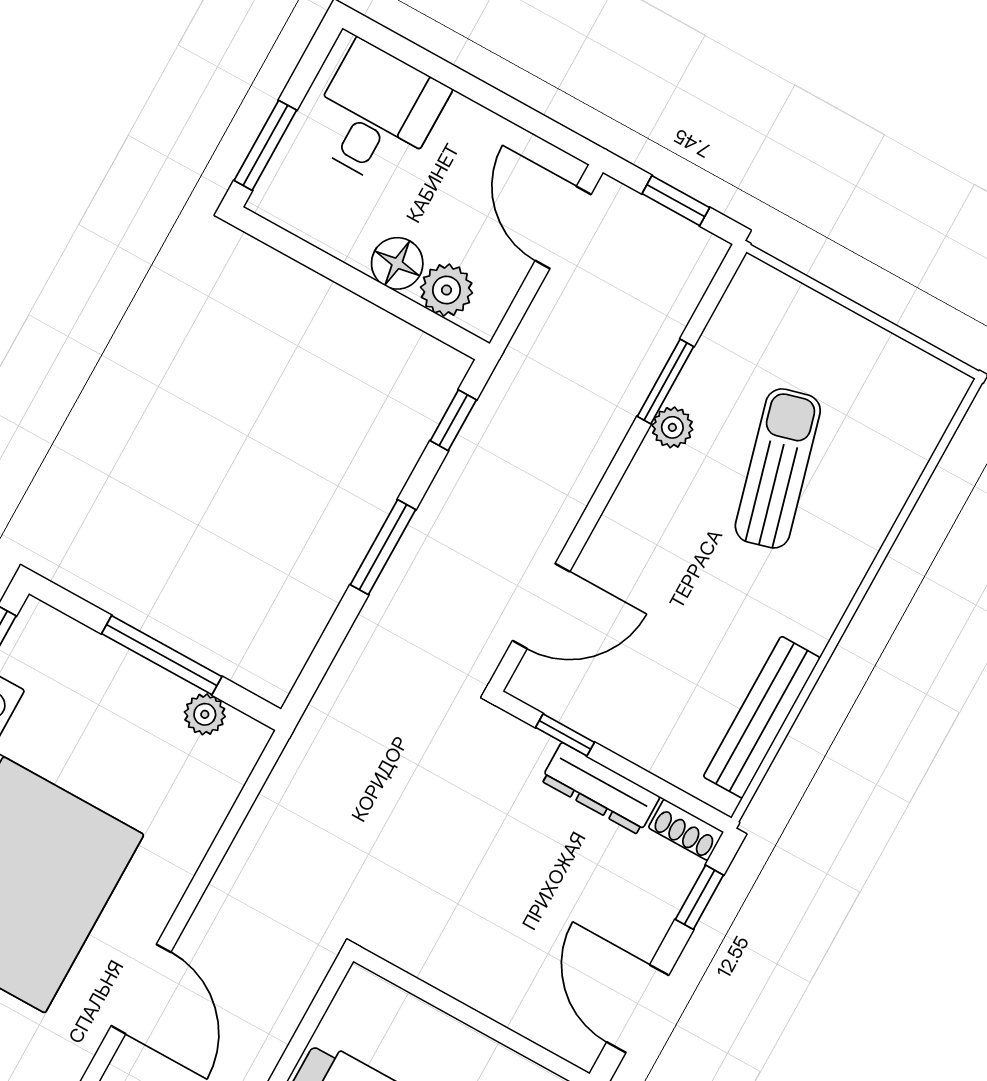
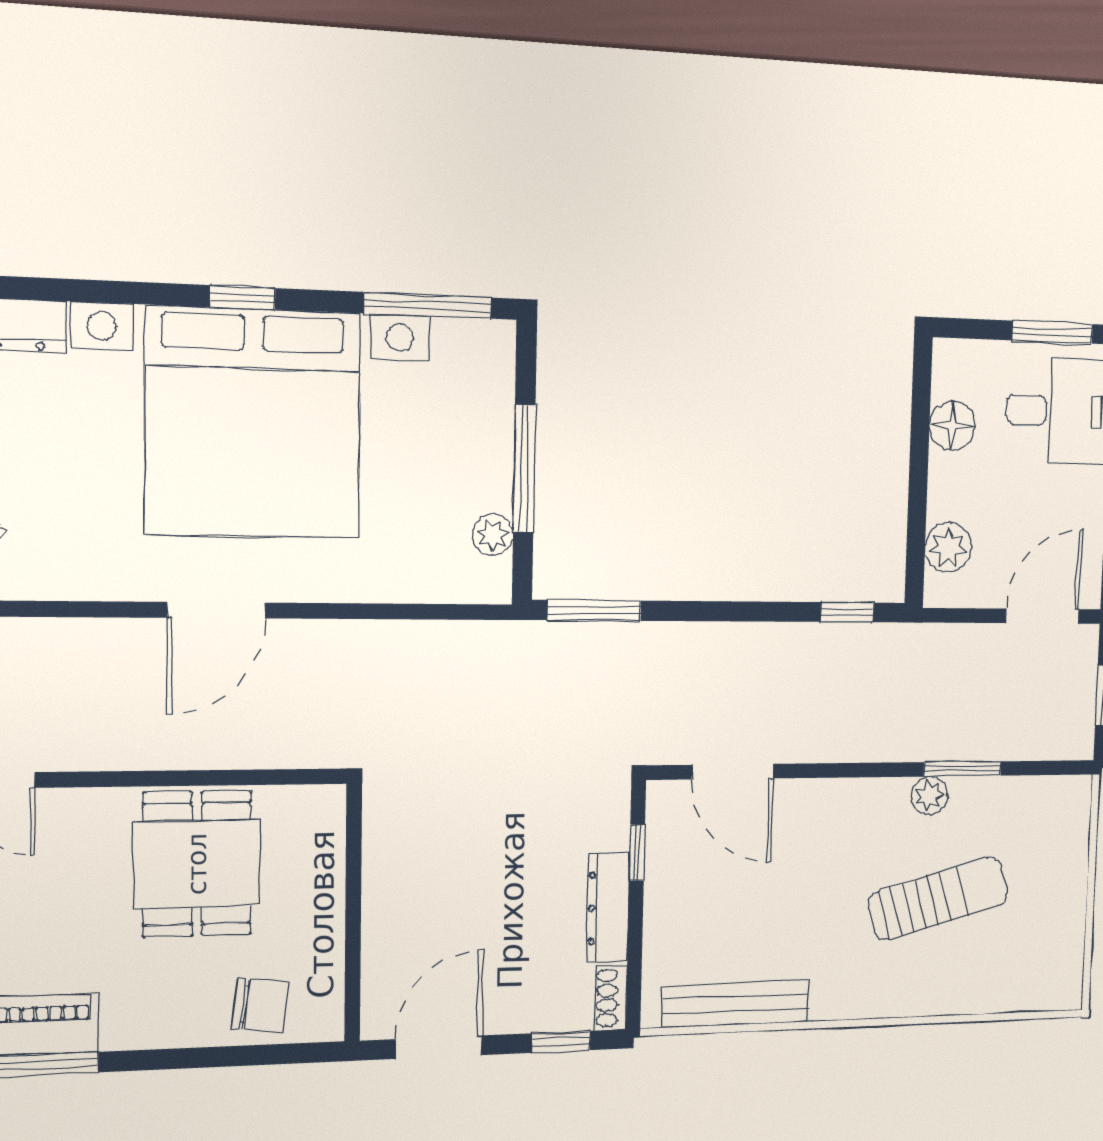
window: (265, 145) -> (1052, 332), moved
floor lamp: (397, 263) -> (952, 426), moved
window: (383, 547) -> (594, 610), moved

